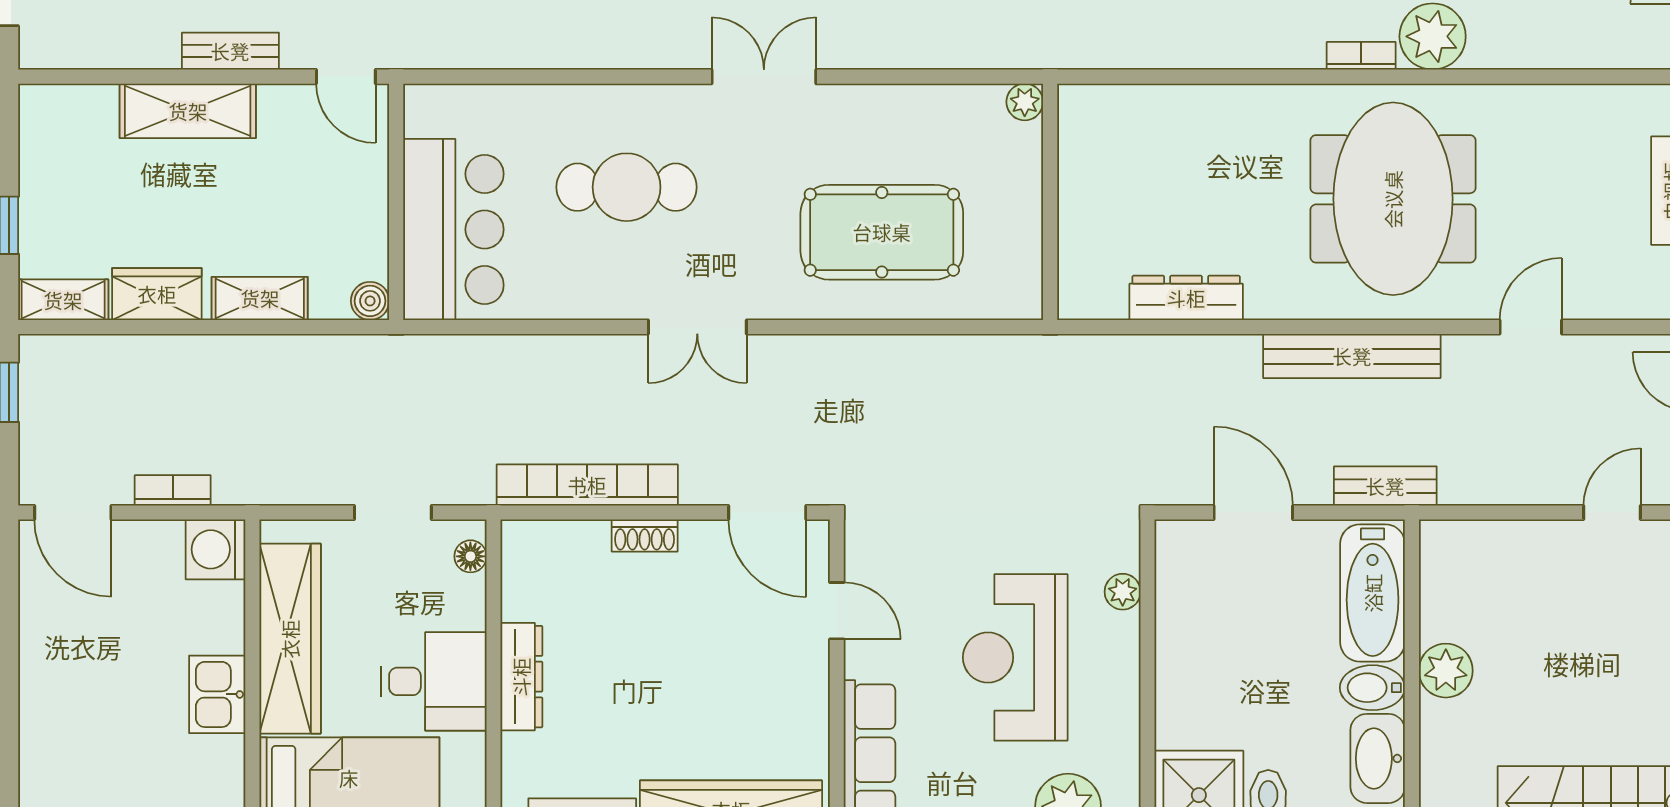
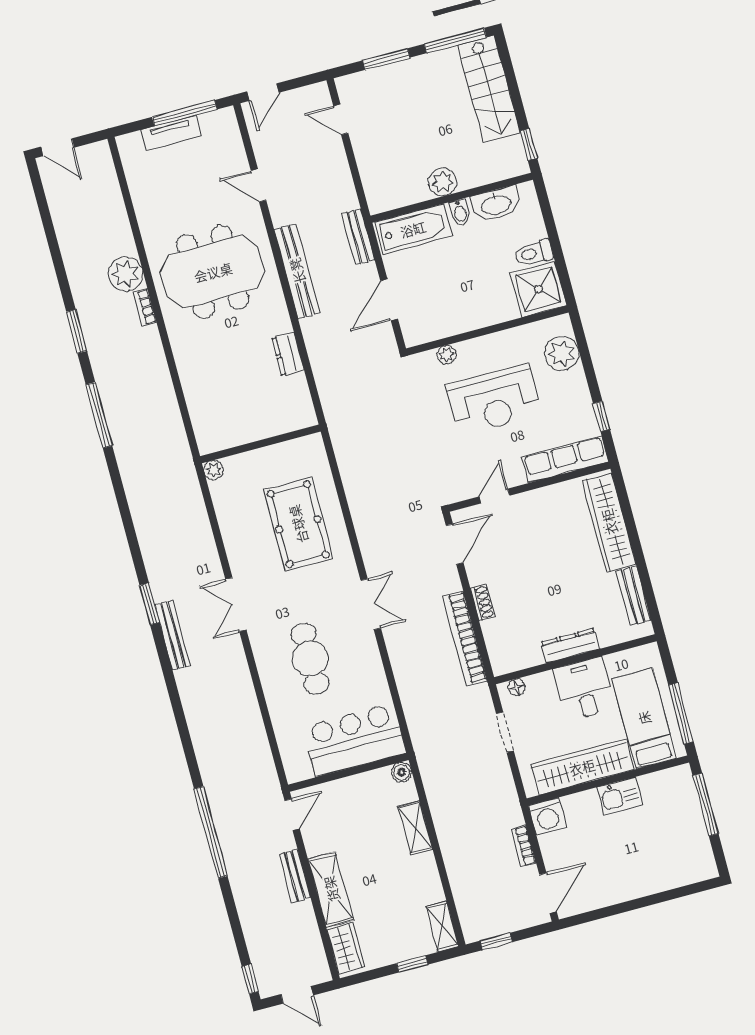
wardrobe: (157, 294) -> (346, 948), moved, turned 180
dresser: (1186, 298) -> (288, 354), width x0.70
bidet: (1372, 688) -> (460, 212), width x0.72, depth x0.74

